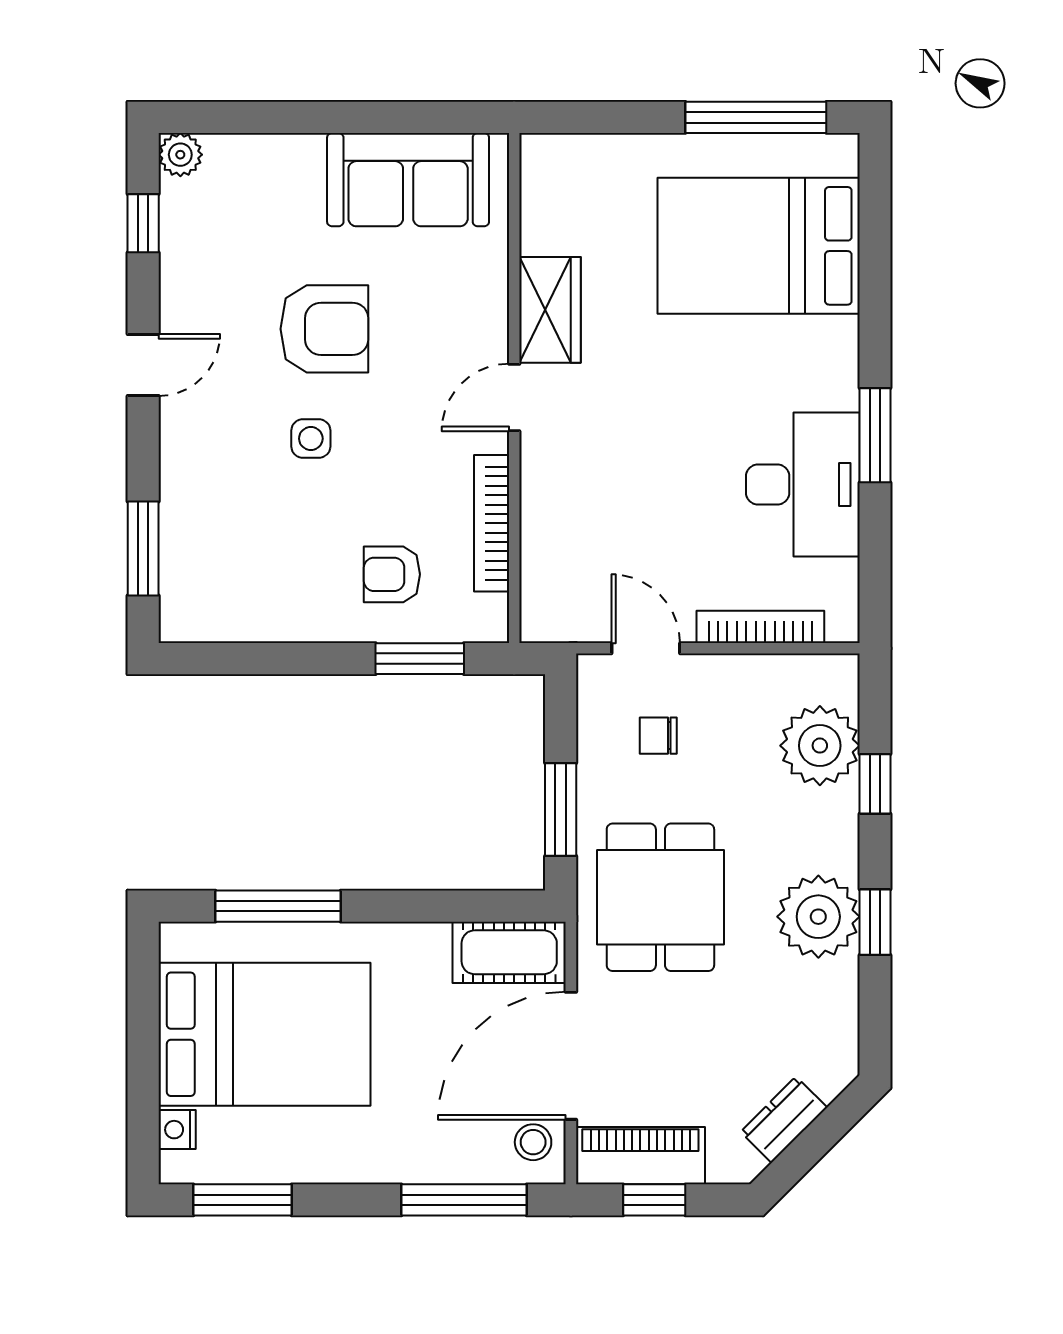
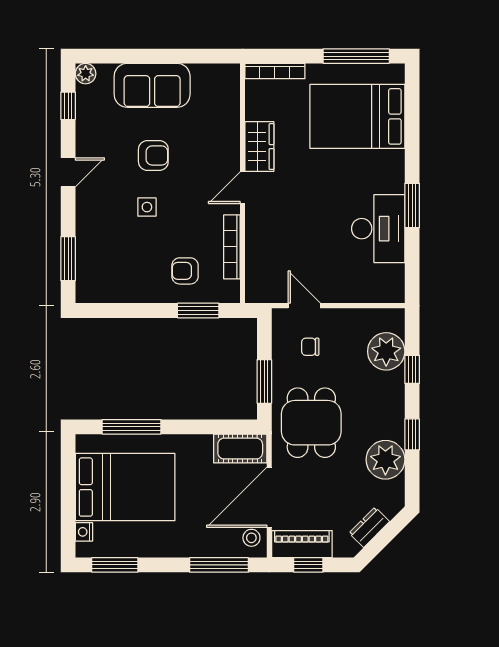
sofa: (408, 180) -> (152, 85), moved
armchair: (324, 329) -> (153, 155), width x0.72, depth x0.72
bookcase: (760, 627) -> (275, 71), moved, turned 180
plant: (818, 917) -> (385, 460), moved

